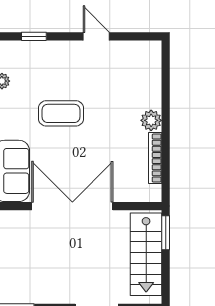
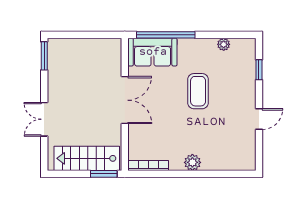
bookcase: (155, 158) -> (148, 166), moved
double door: (72, 206) -> (125, 100), width x0.73

